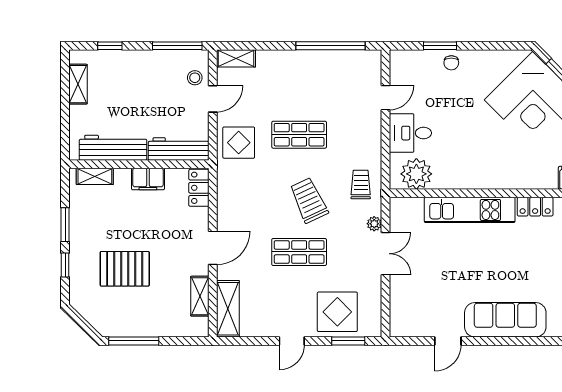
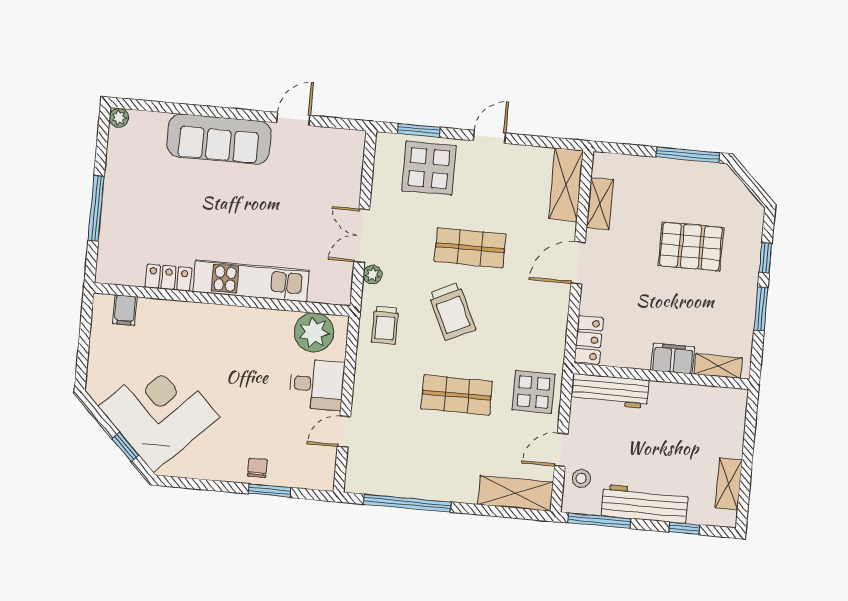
shelving: (236, 58) -> (515, 493), width x1.50, depth x1.33
workbench: (113, 148) -> (645, 504), moved, turned 180
filing cabinet: (148, 179) -> (673, 359), moved

